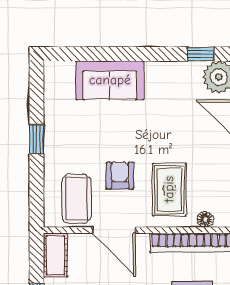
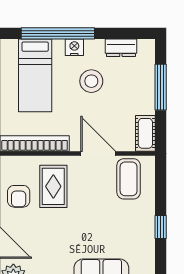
armchair: (120, 176) -> (19, 196), moved
floor lamp: (205, 219) -> (24, 162), removed

